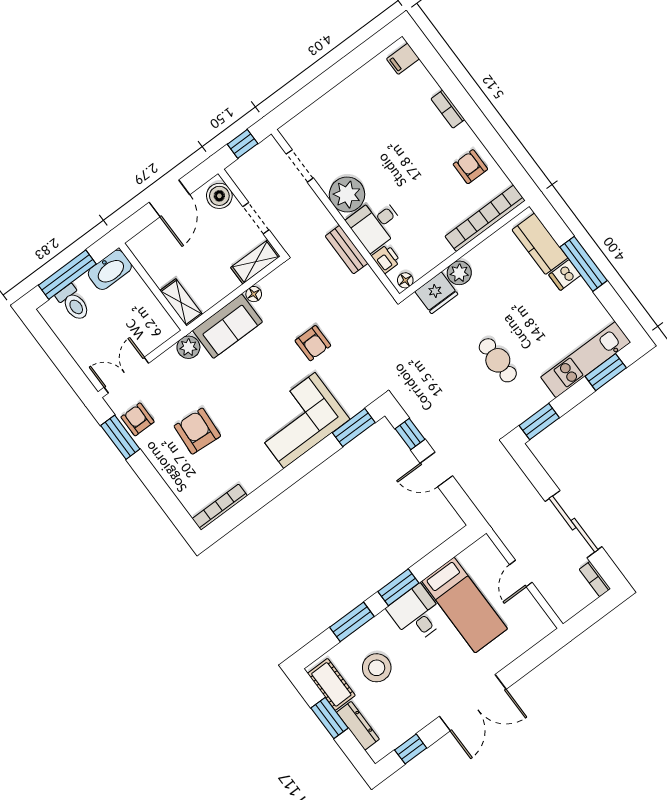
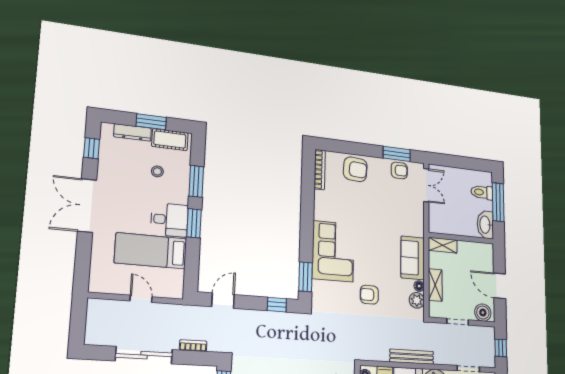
bench: (347, 250) -> (412, 357), width x1.36
shelving: (255, 262) -> (435, 285), moved
plant: (188, 347) -> (417, 300), moved
armchair: (197, 431) -> (355, 169), moved
door: (436, 470) -> (223, 301), moved
bookcase: (595, 579) -> (193, 346), moved
stool: (377, 668) -> (157, 171), width x0.53, depth x0.53

